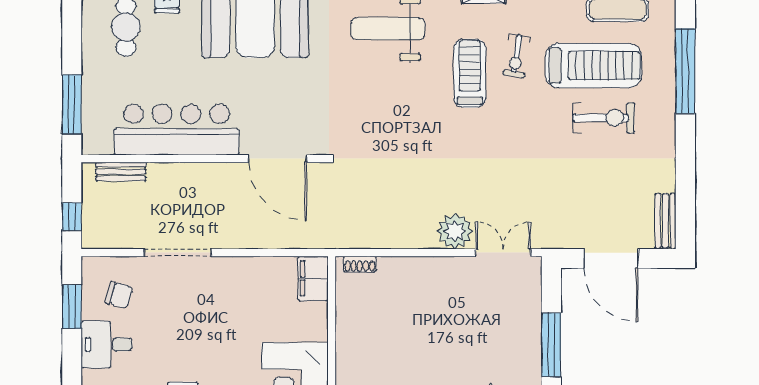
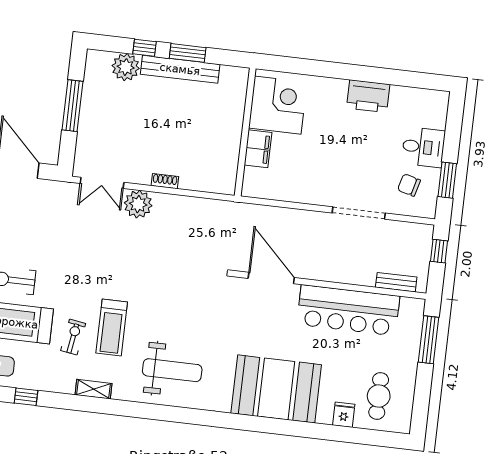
shoe rack: (360, 264) -> (165, 181), moved
filing cabinet: (313, 279) -> (258, 149), moved

